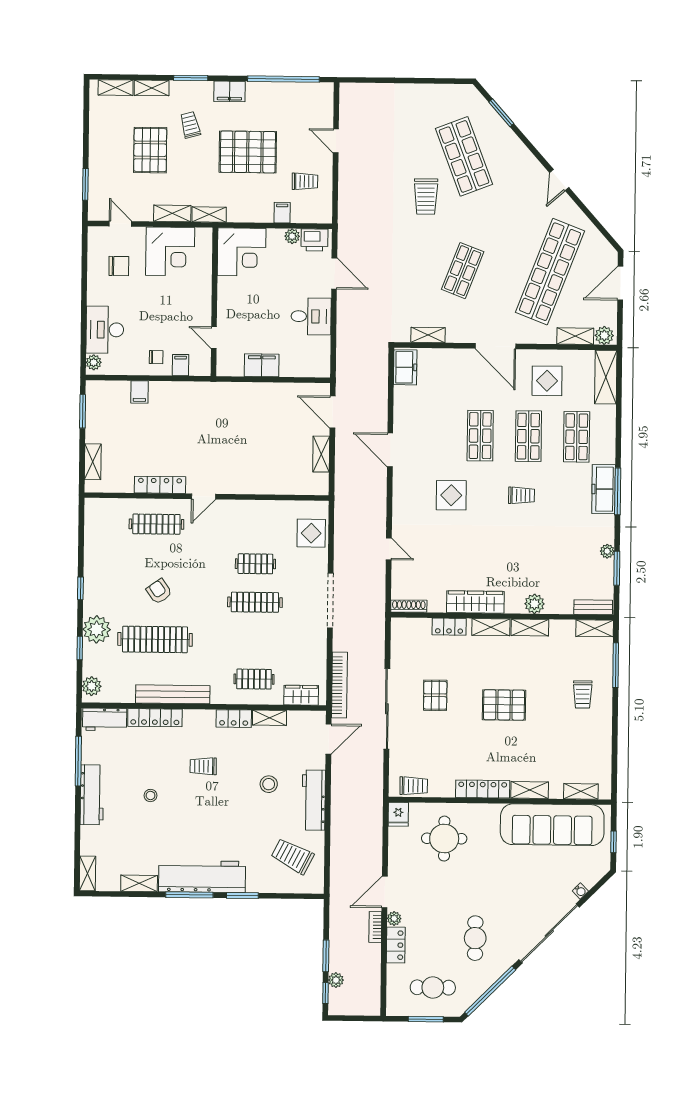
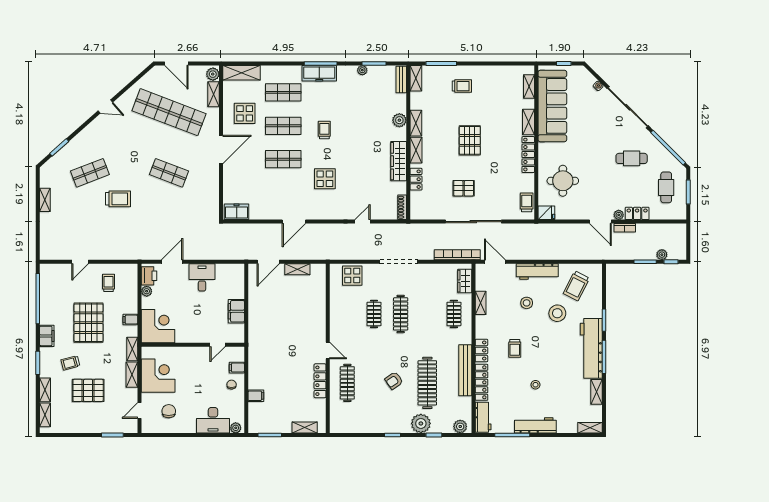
shop shelf: (464, 156) -> (90, 173), width x0.70, depth x0.74
filing cabinet: (282, 213) -> (130, 320), moved
shelving: (428, 335) -> (45, 200), moved
locker: (234, 719) -> (481, 351), moved
stool: (253, 828) -> (557, 313), added

